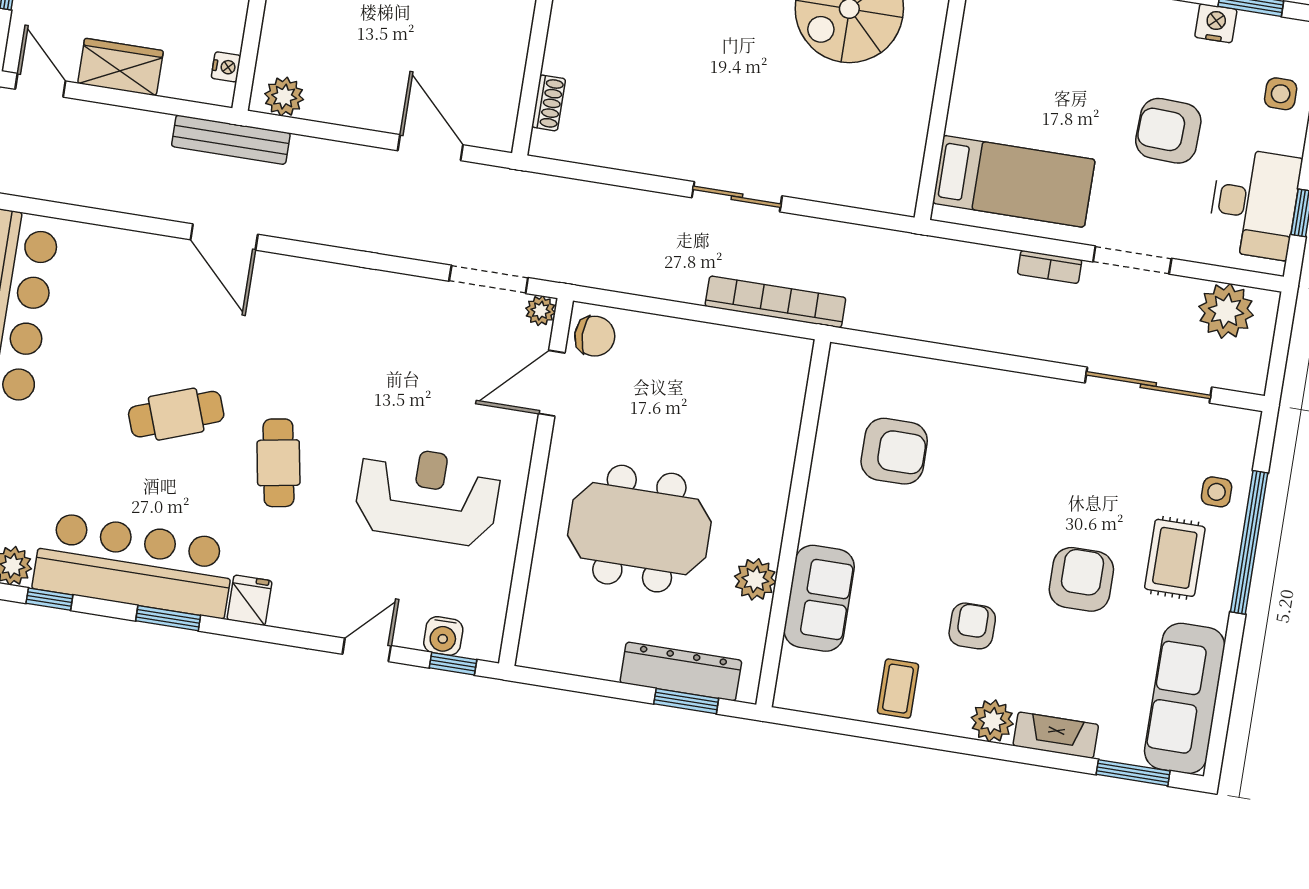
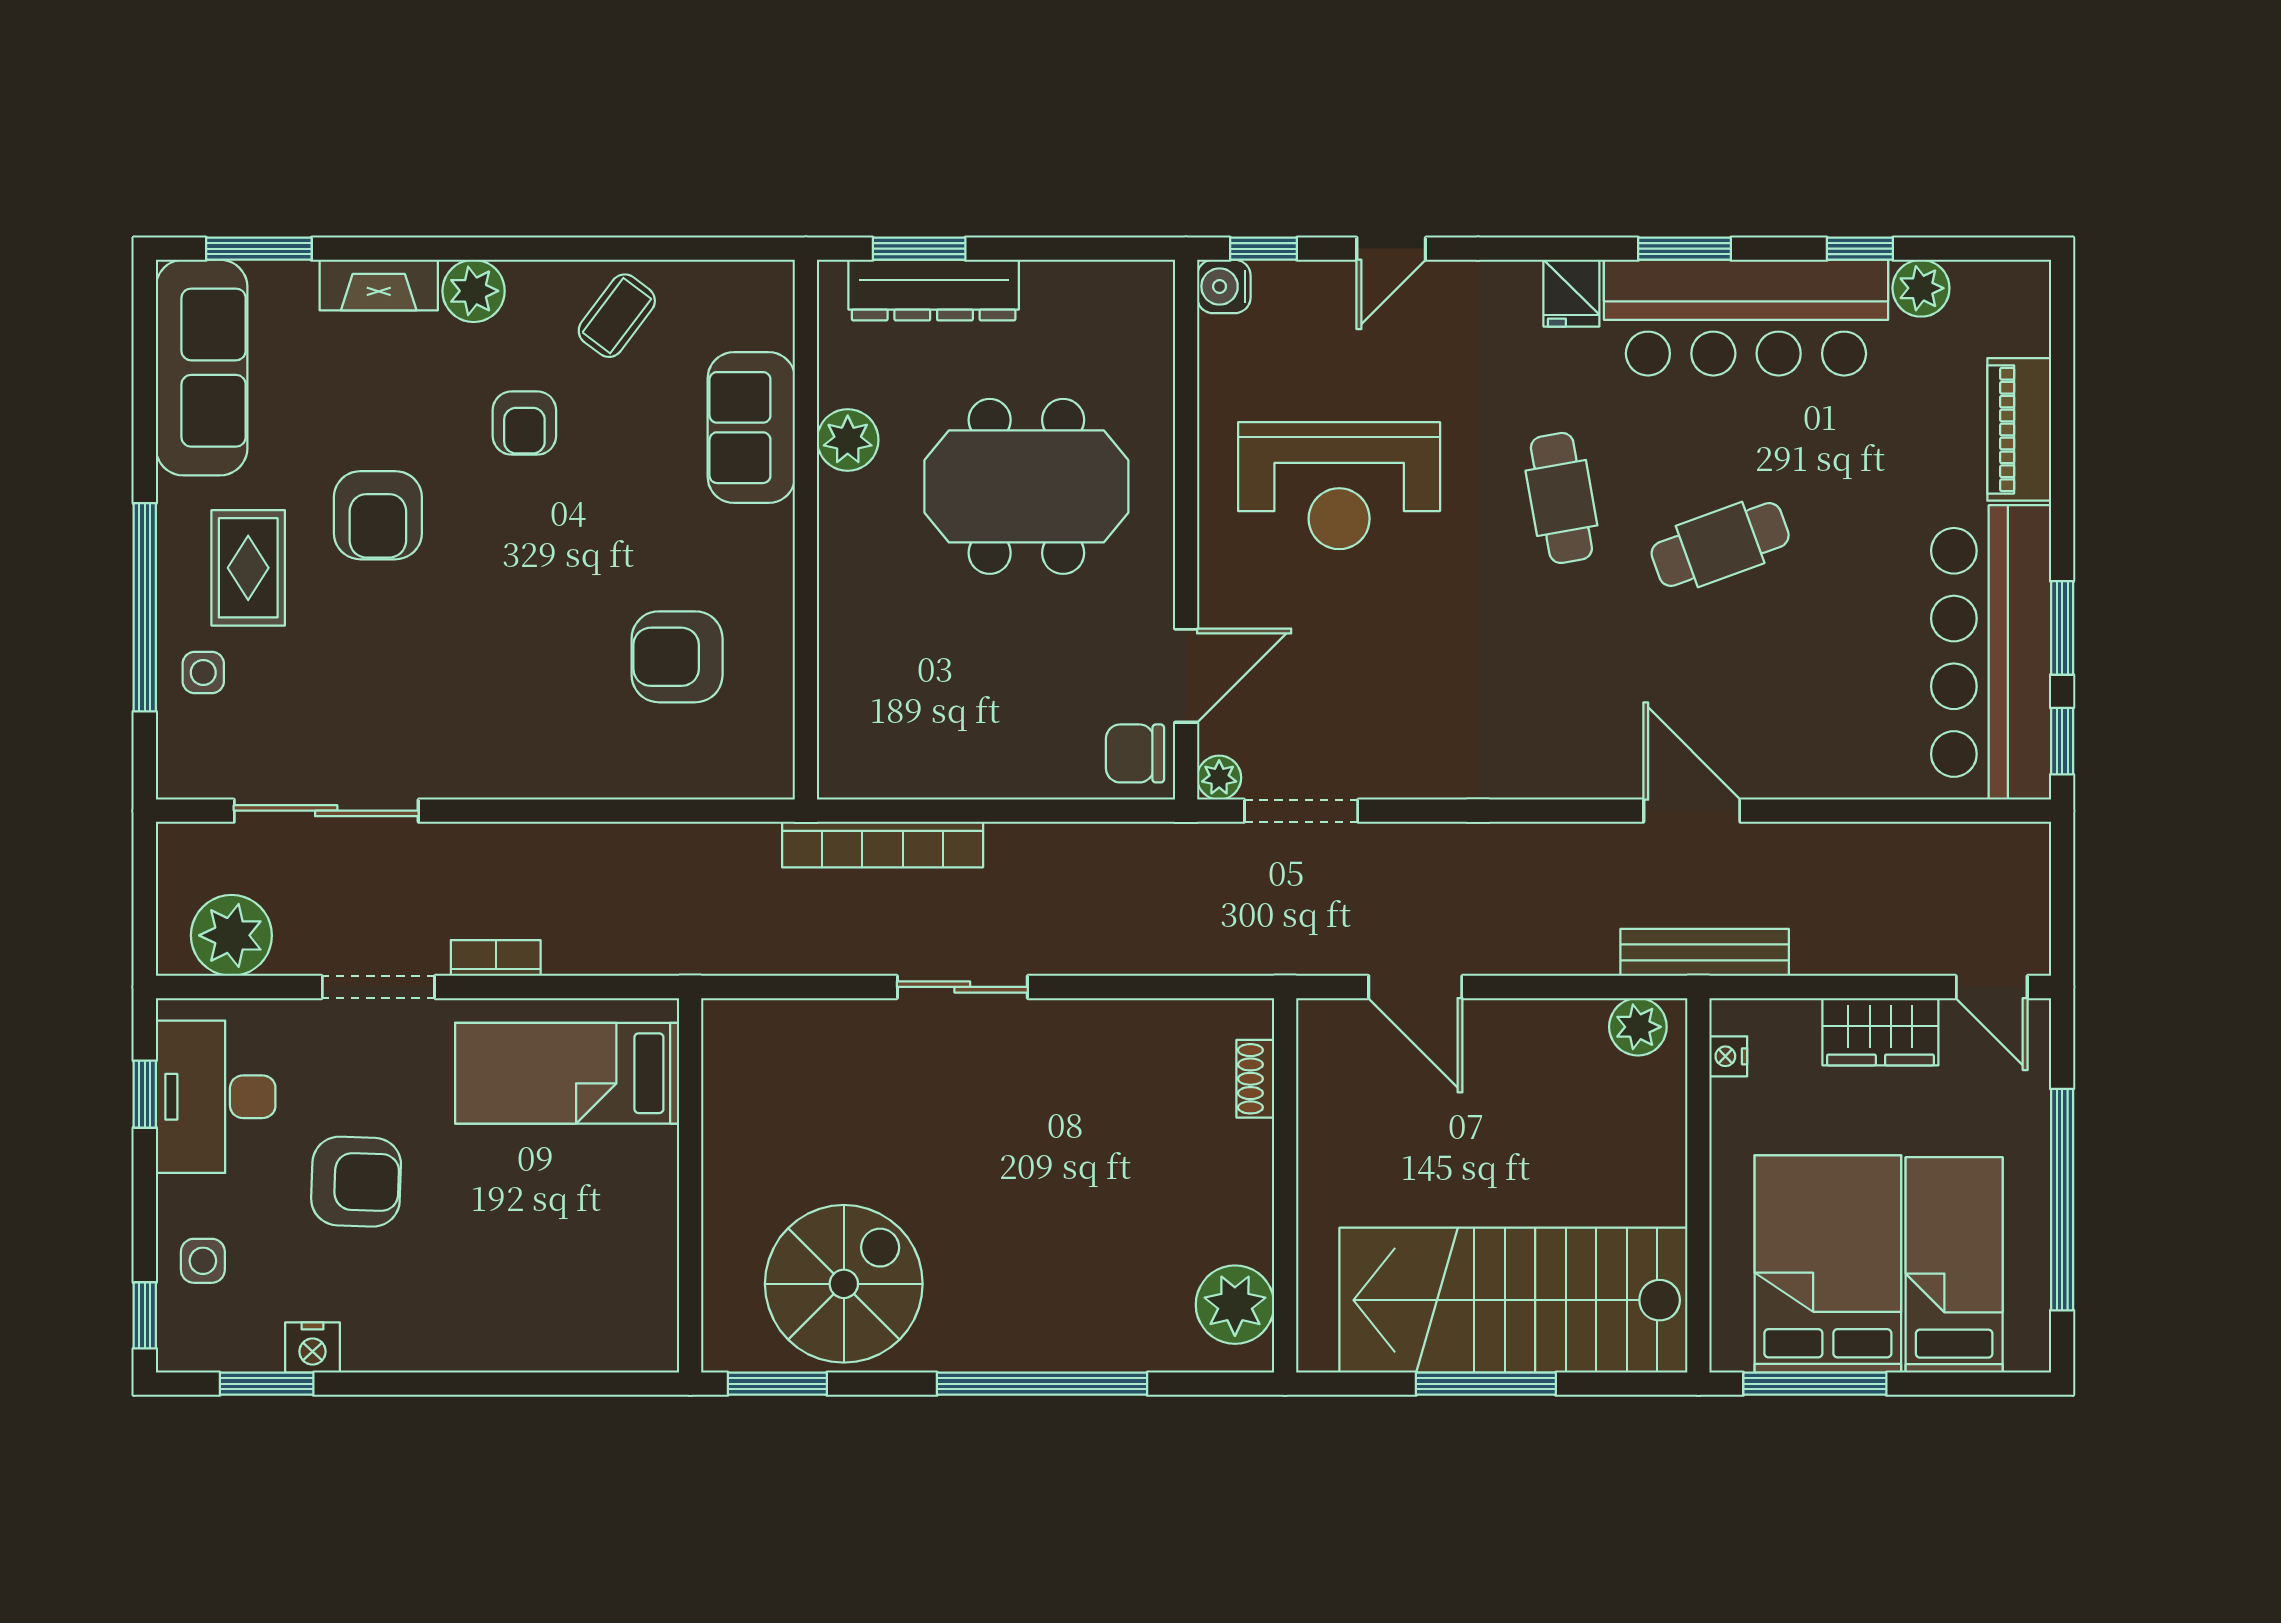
water cooler: (443, 636) -> (1224, 286), moved, turned -90
coffee table: (898, 689) -> (617, 316), turned 37

